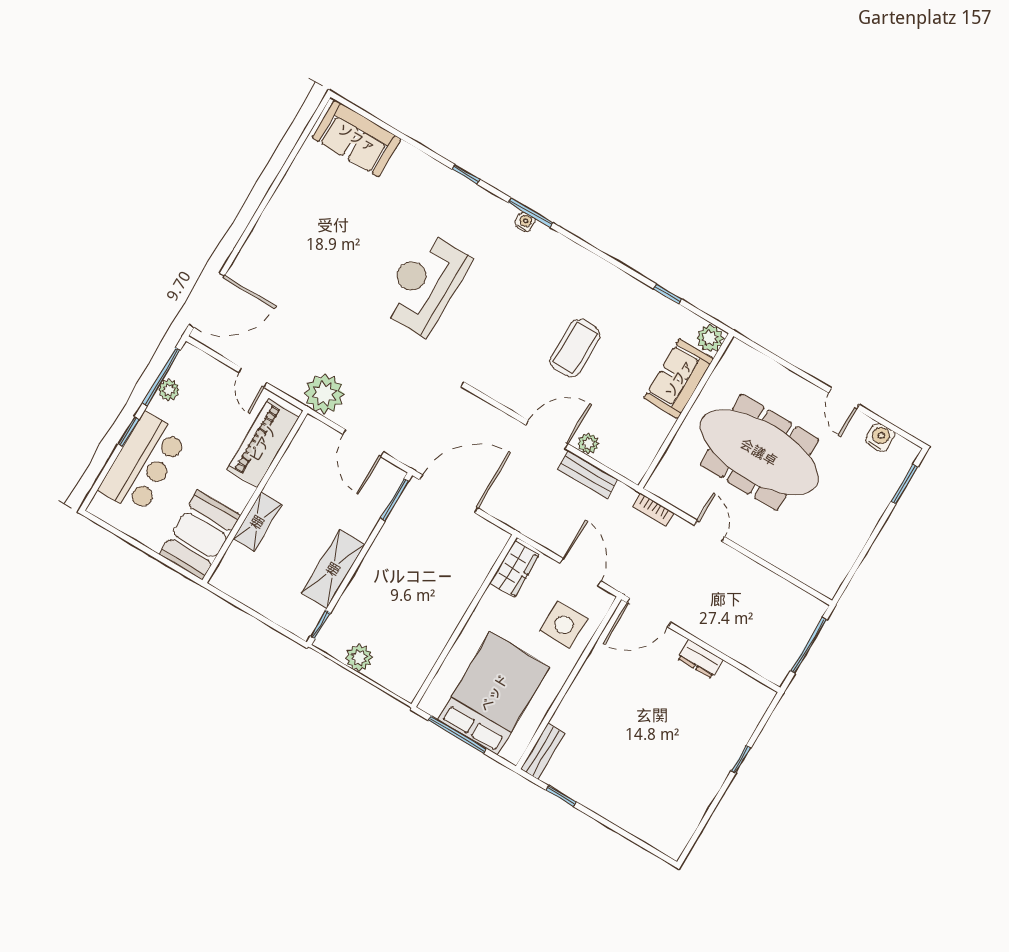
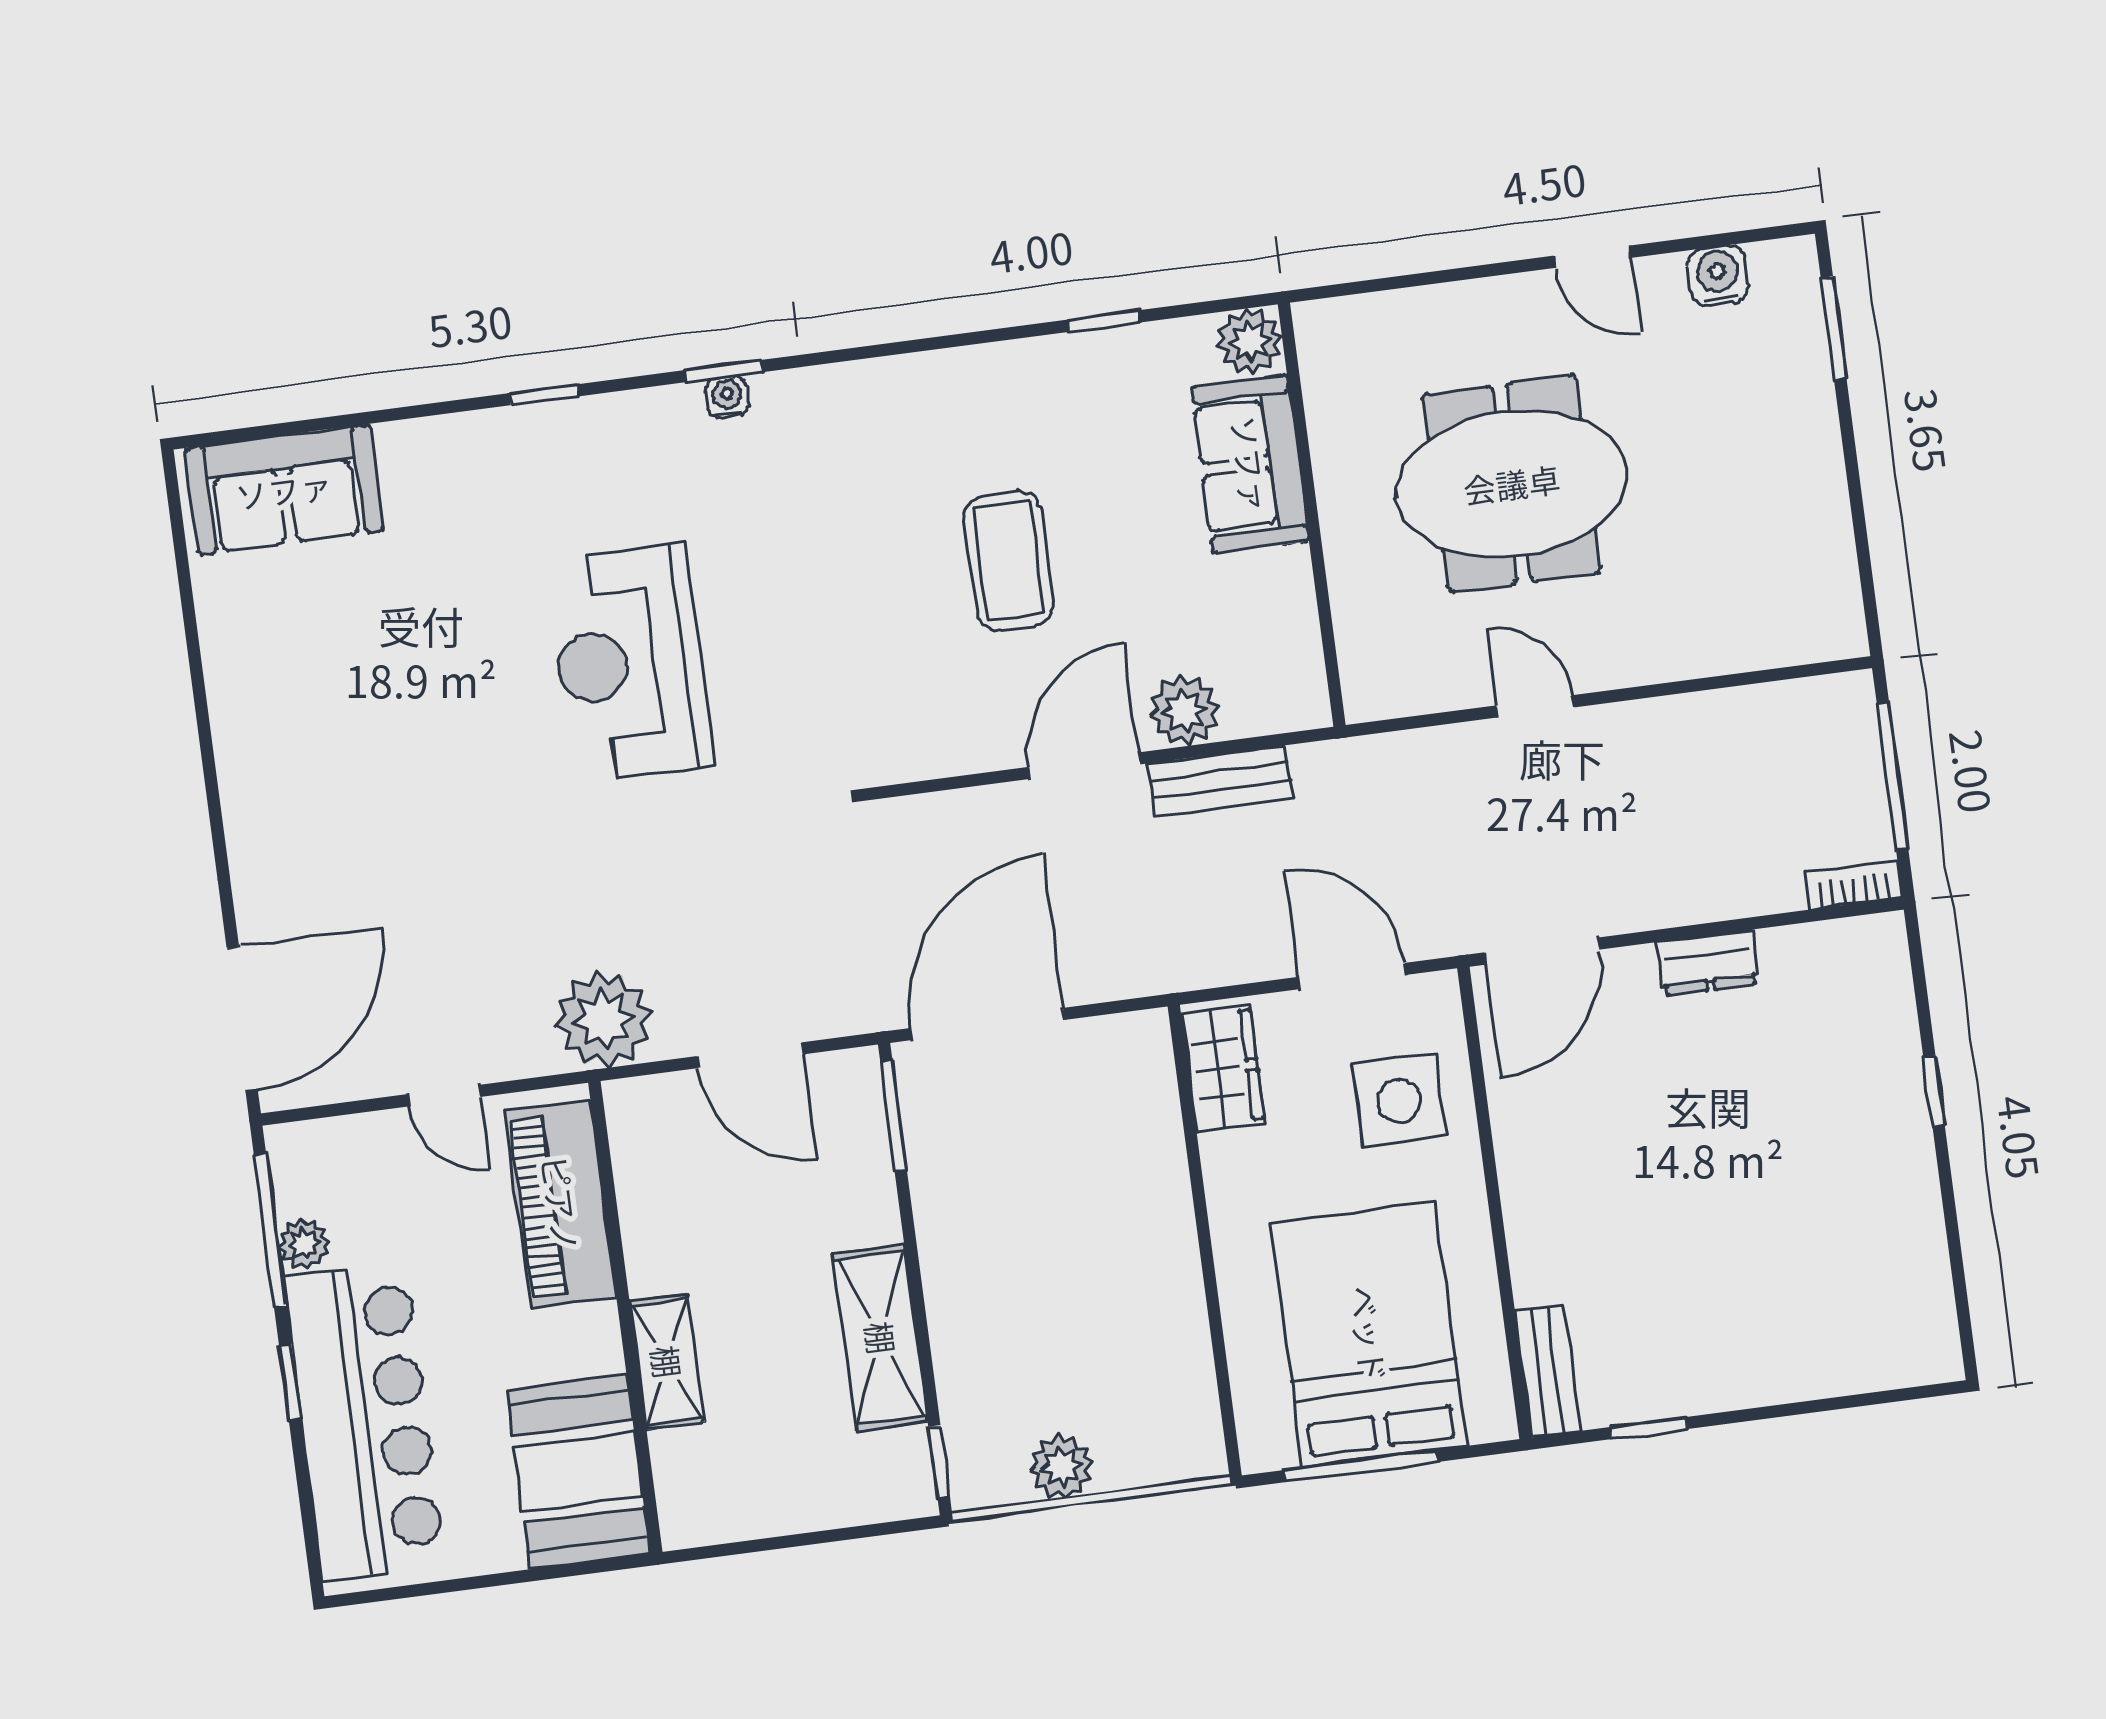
window: (531, 213) -> (724, 371), width x0.67
plant: (588, 444) -> (1184, 711), width x1.38, depth x1.38
meeting table: (759, 452) -> (1512, 484), width x0.73
bar counter: (143, 463) -> (364, 1421), width x1.36
bookcase: (653, 509) -> (1853, 885), moved, turned 180

